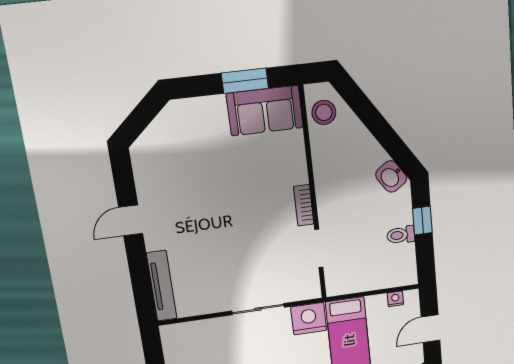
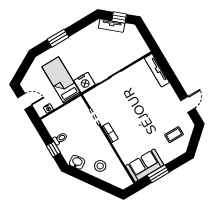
stool: (324, 112) -> (100, 166), moved
coffee table: (180, 146) -> (174, 135), added
door: (131, 220) -> (188, 104), moved
door: (431, 329) -> (25, 101), hinge flipped

